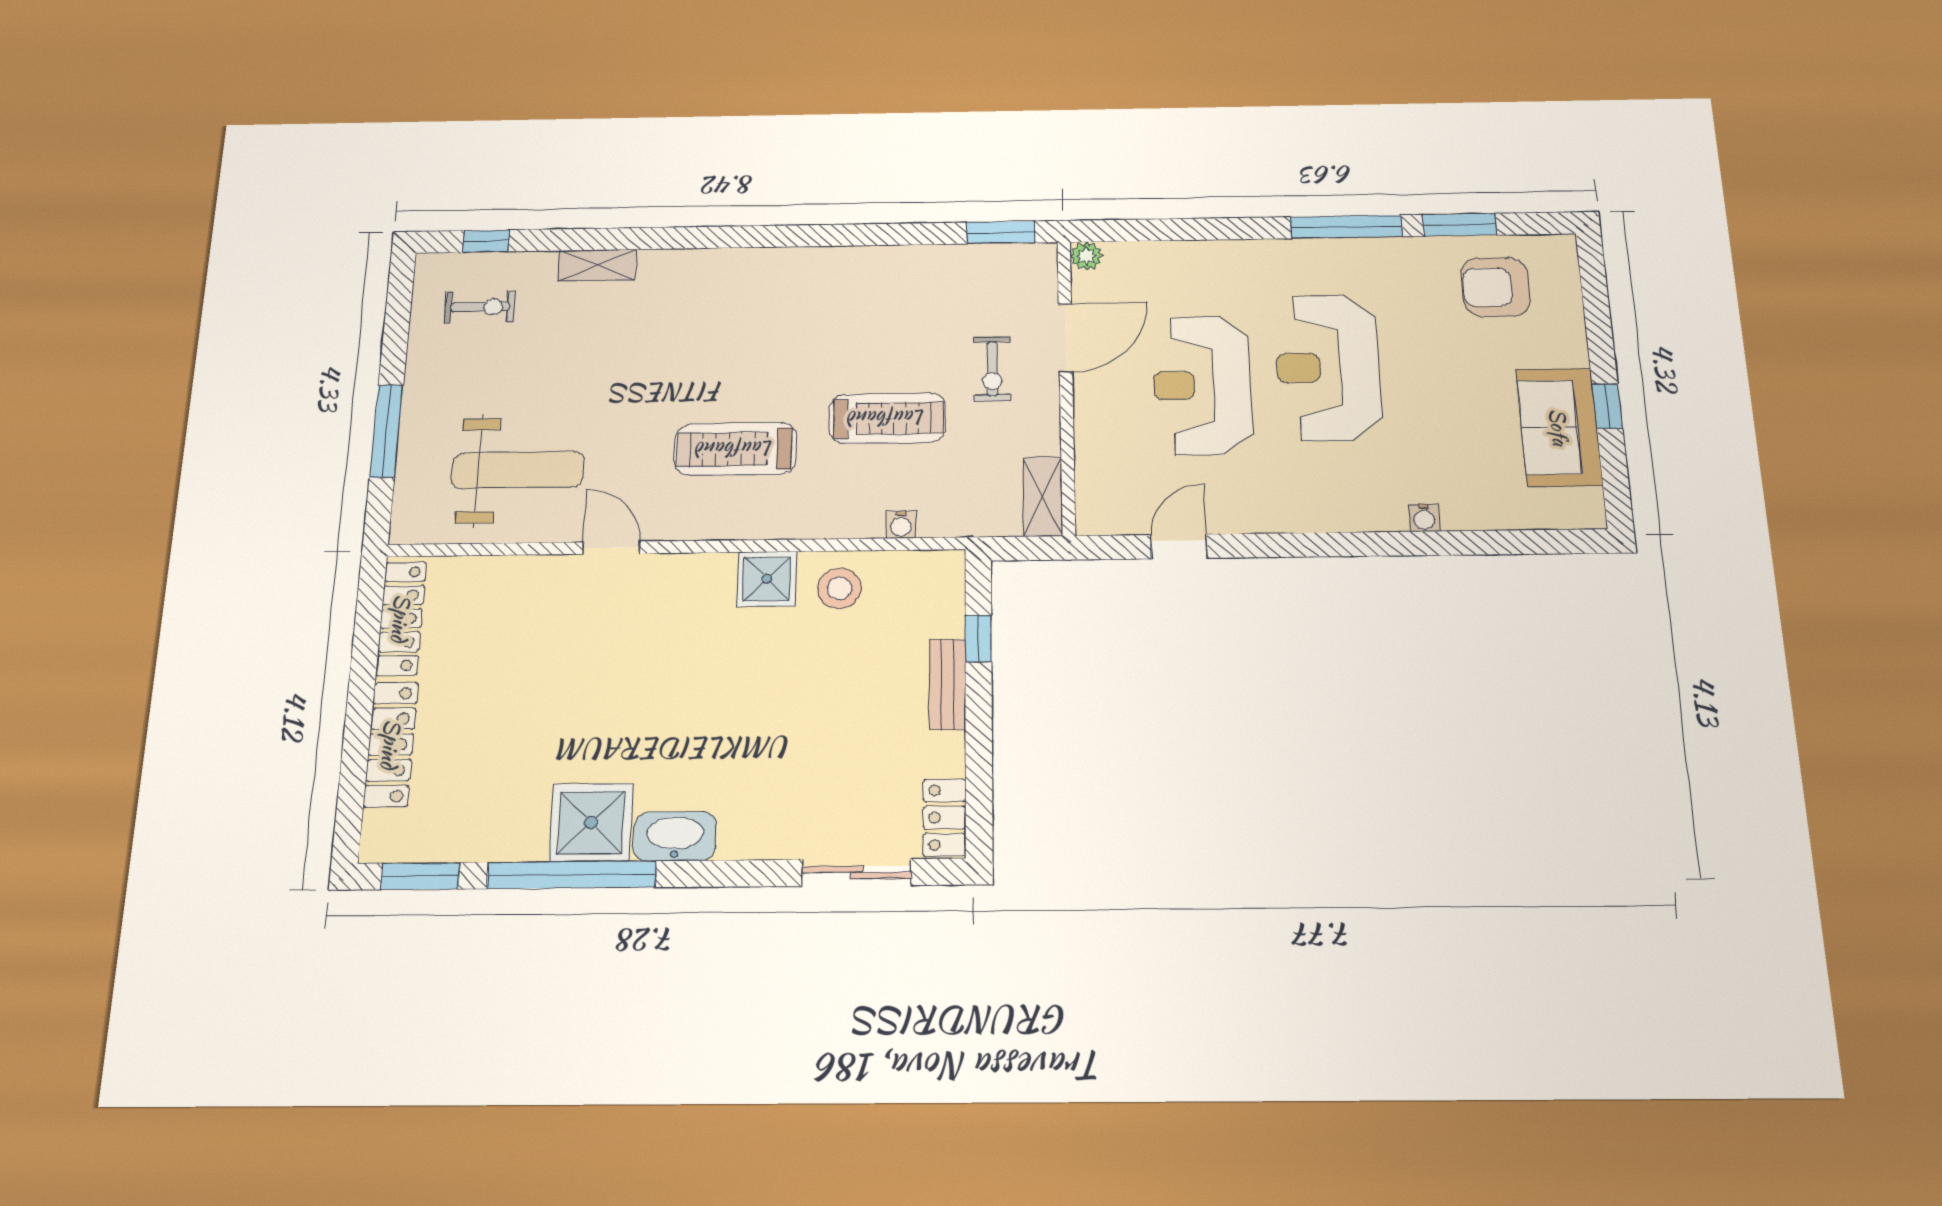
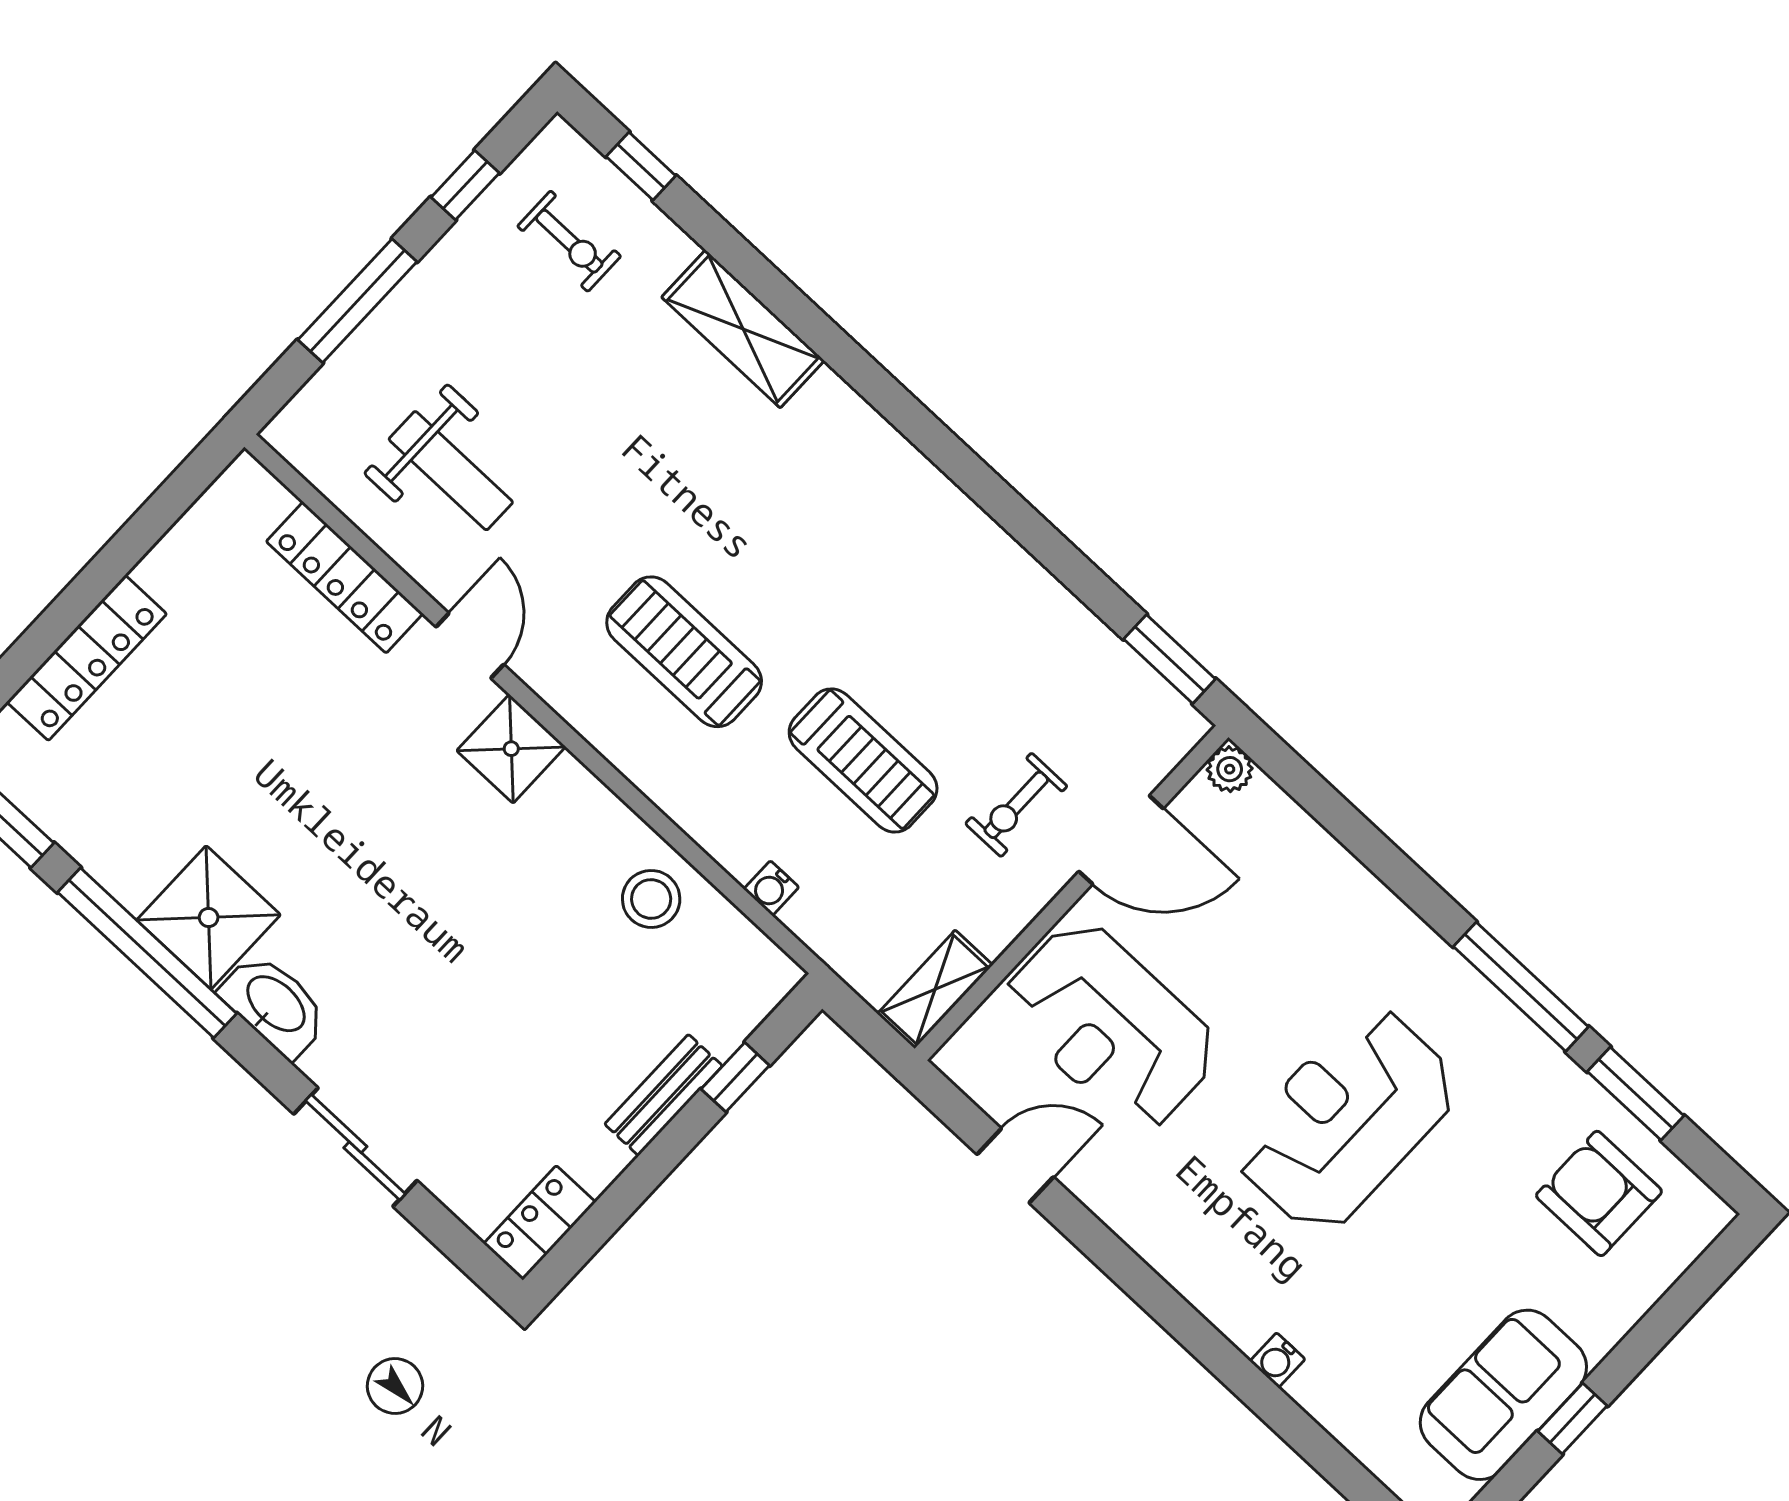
shelving: (597, 265) -> (743, 329), width x1.50, depth x1.33
window: (397, 327) -> (465, 185), added
reception desk: (1202, 385) -> (1110, 1026), moved, turned -90
weight bench: (518, 470) -> (451, 471), width x0.73, depth x0.75
shower: (767, 579) -> (511, 749), moved
locker: (401, 618) -> (345, 577), moved, turned 90
sliding door: (857, 872) -> (355, 1147), moved

